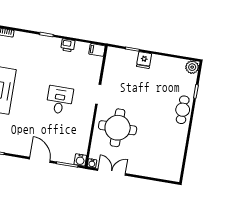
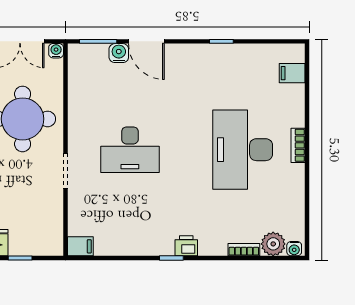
printer: (68, 45) -> (186, 246), moved
desk: (60, 100) -> (130, 150), width x1.37
water cooler: (80, 160) -> (119, 53), moved

